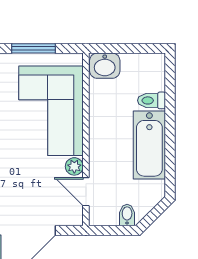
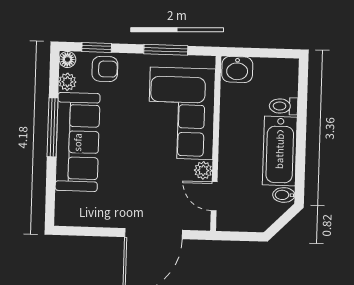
bidet: (127, 215) -> (284, 195), moved, turned -90

